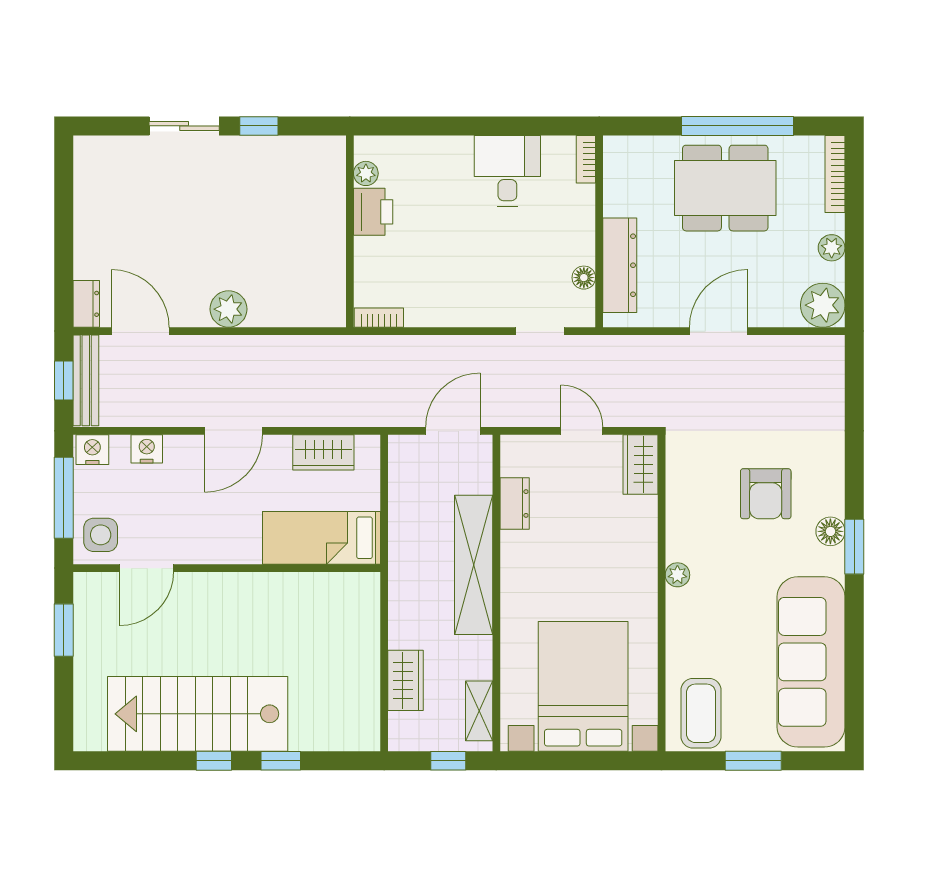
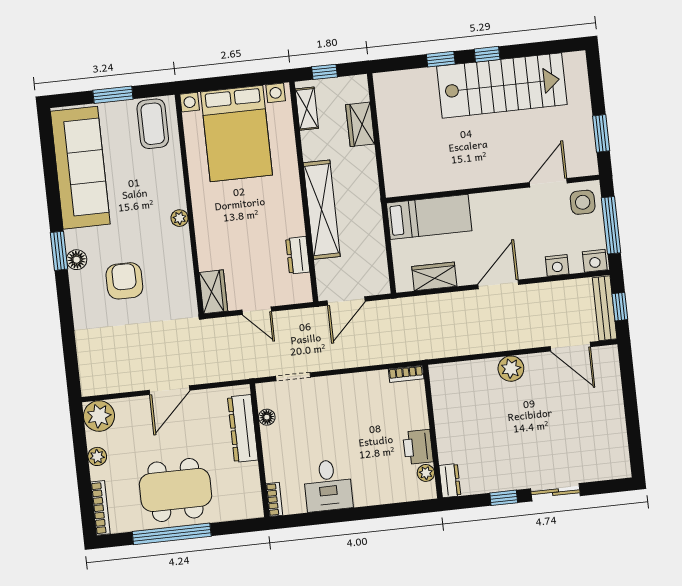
dresser: (86, 304) -> (450, 481), moved, turned 180

